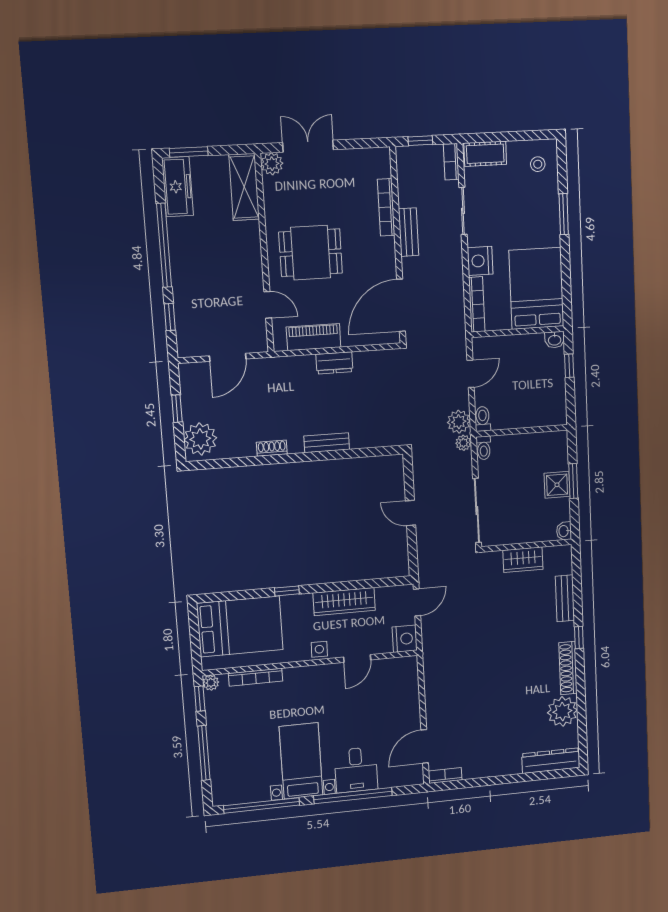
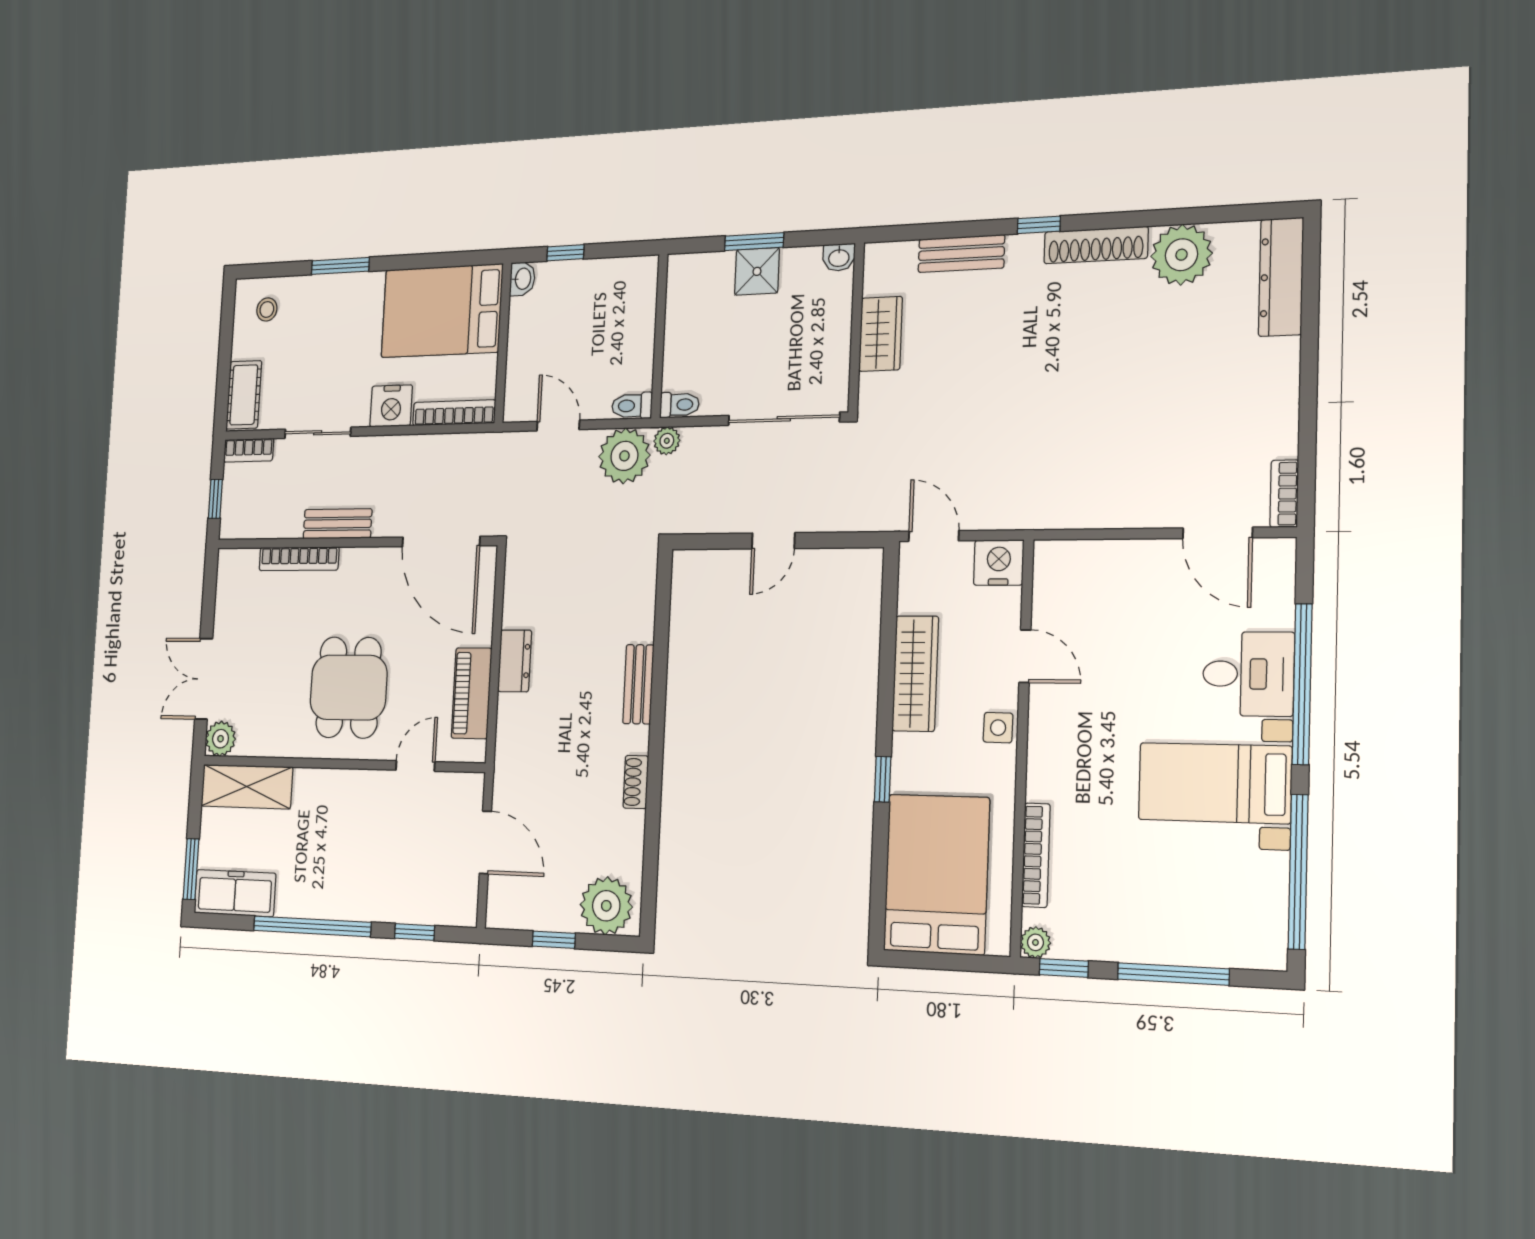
plant: (459, 422) -> (624, 456), width x1.36, depth x1.36

